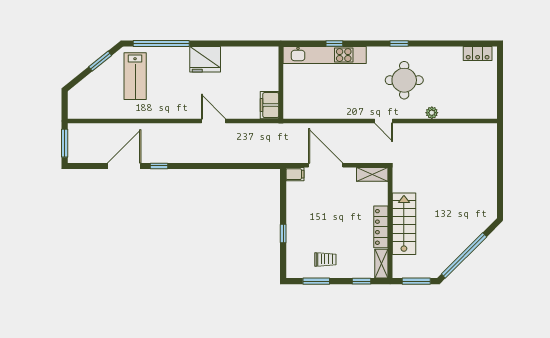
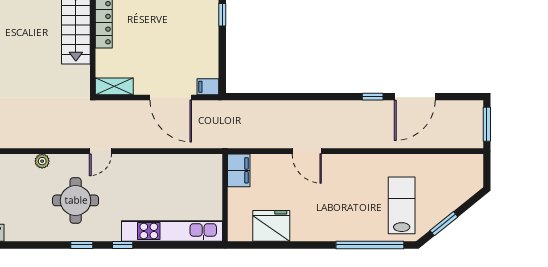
window: (334, 43) -> (123, 245), moved
fridge: (205, 59) -> (271, 226), moved
door: (384, 121) -> (100, 151), swing flipped

